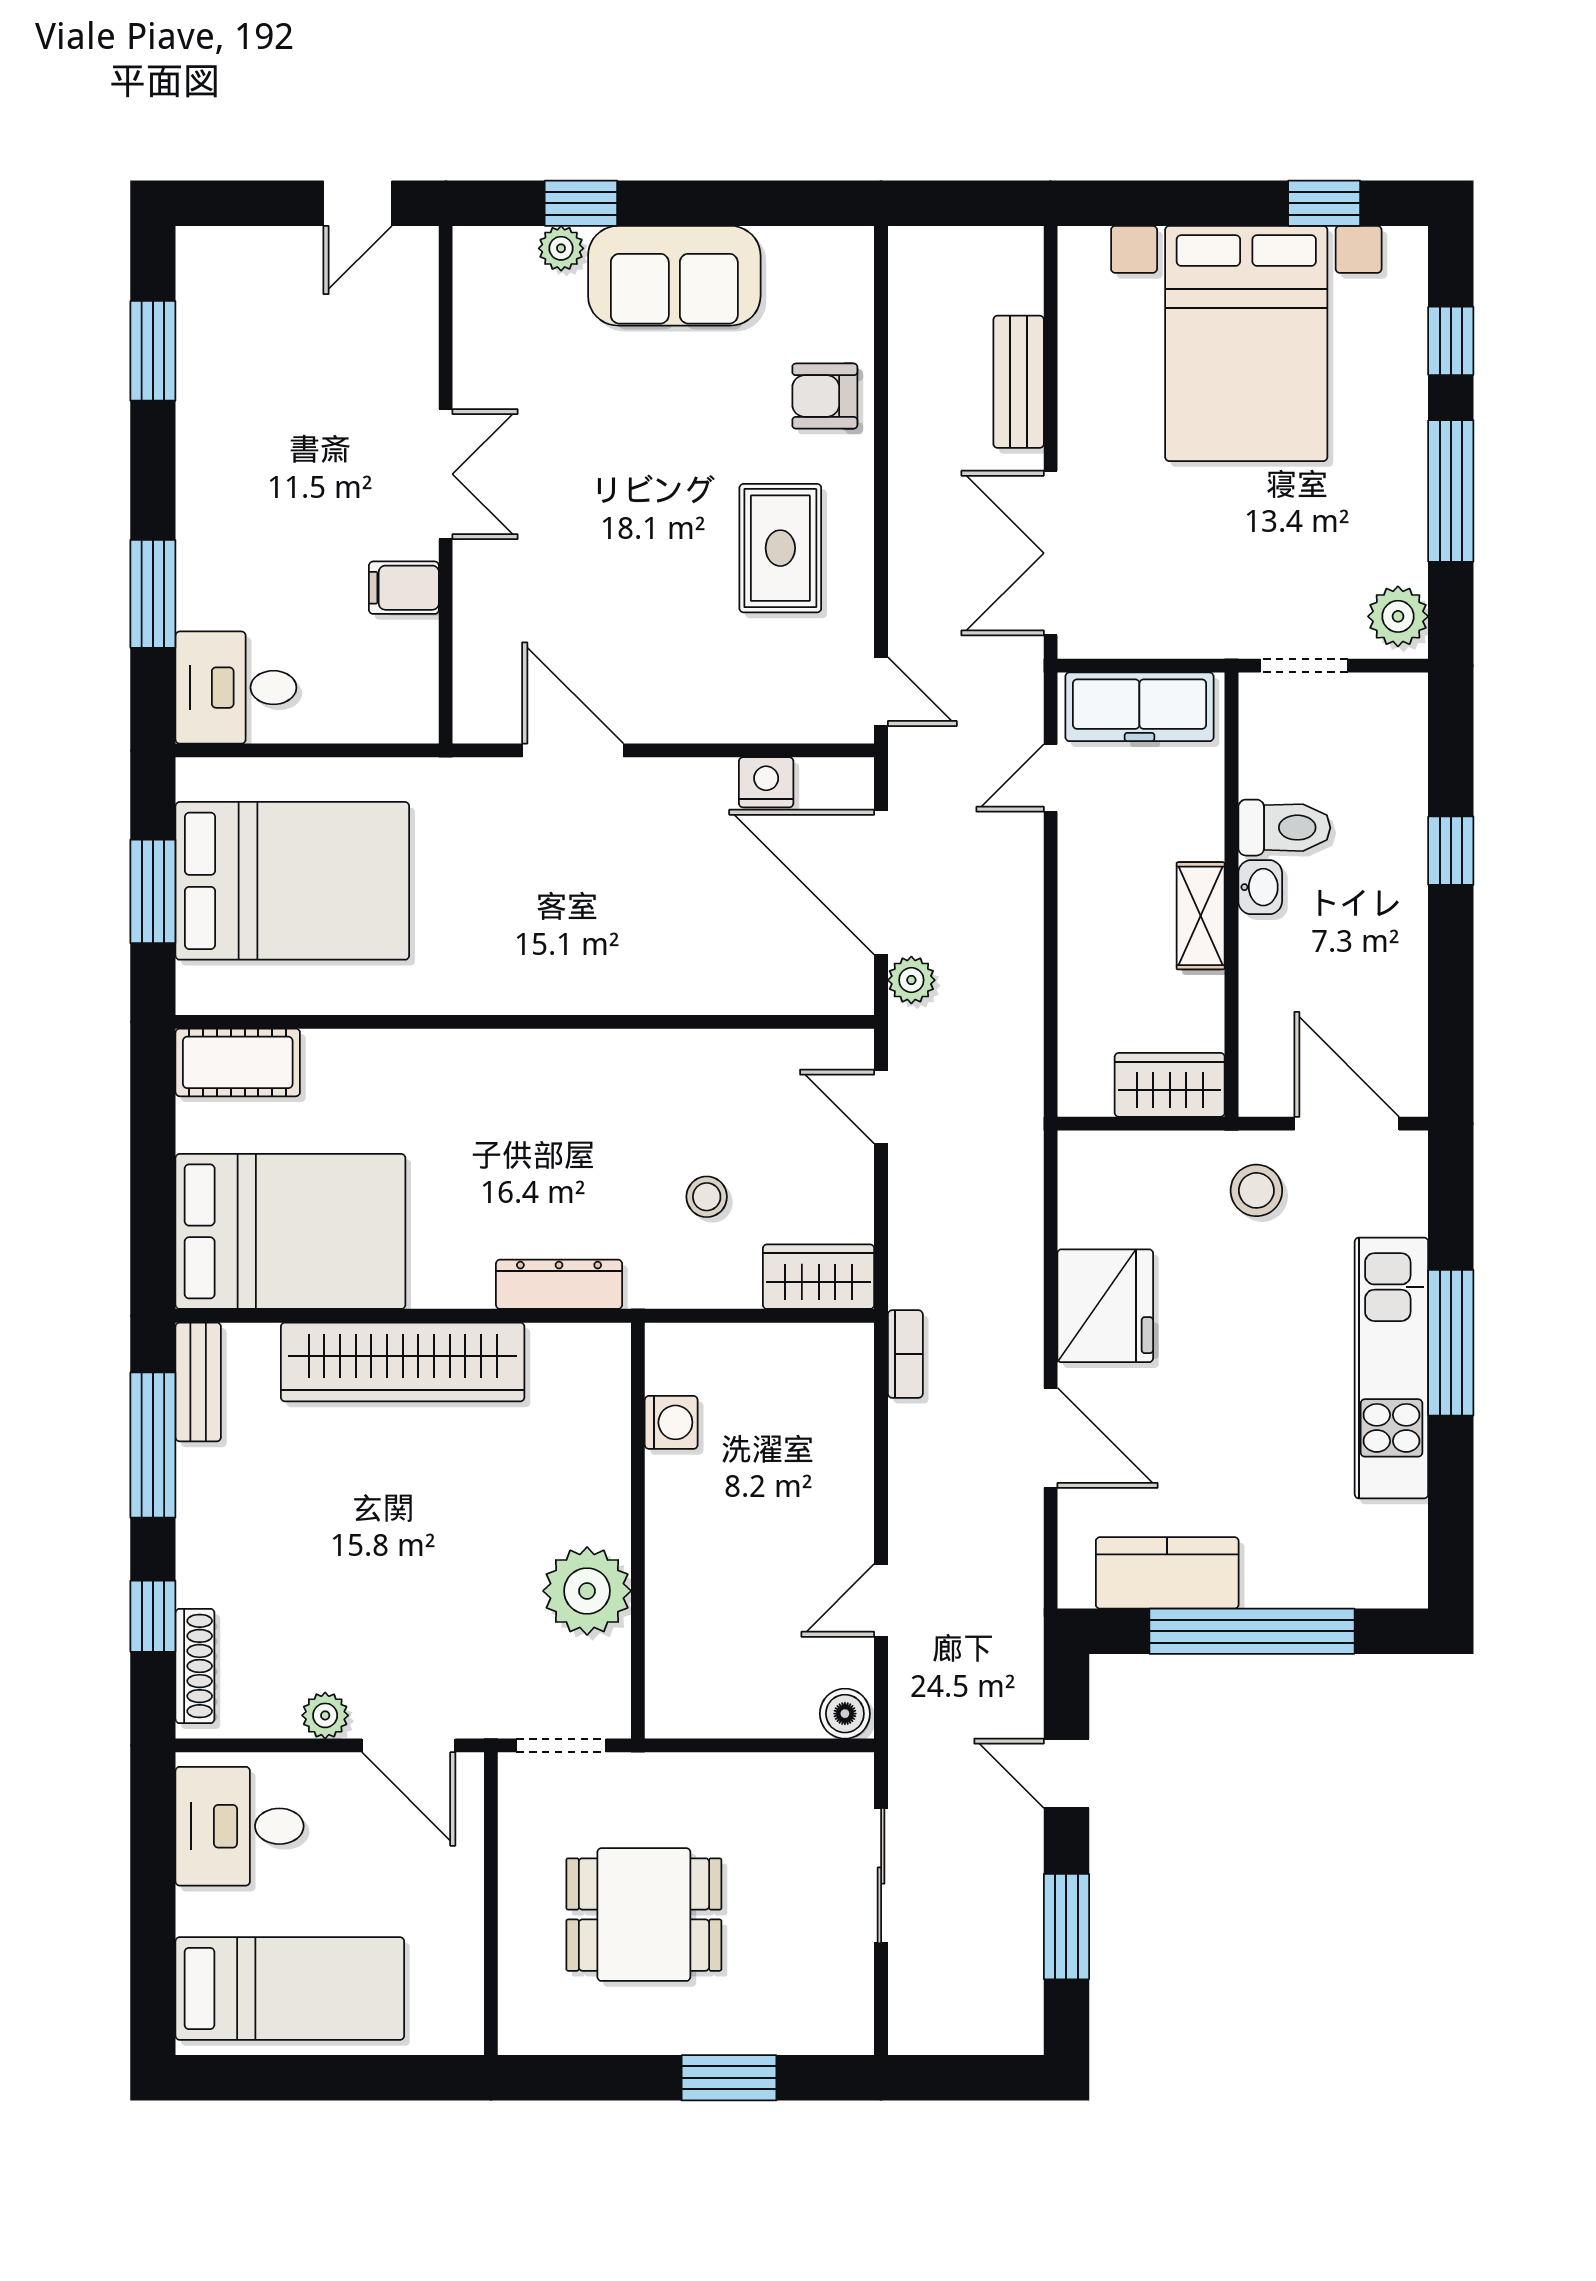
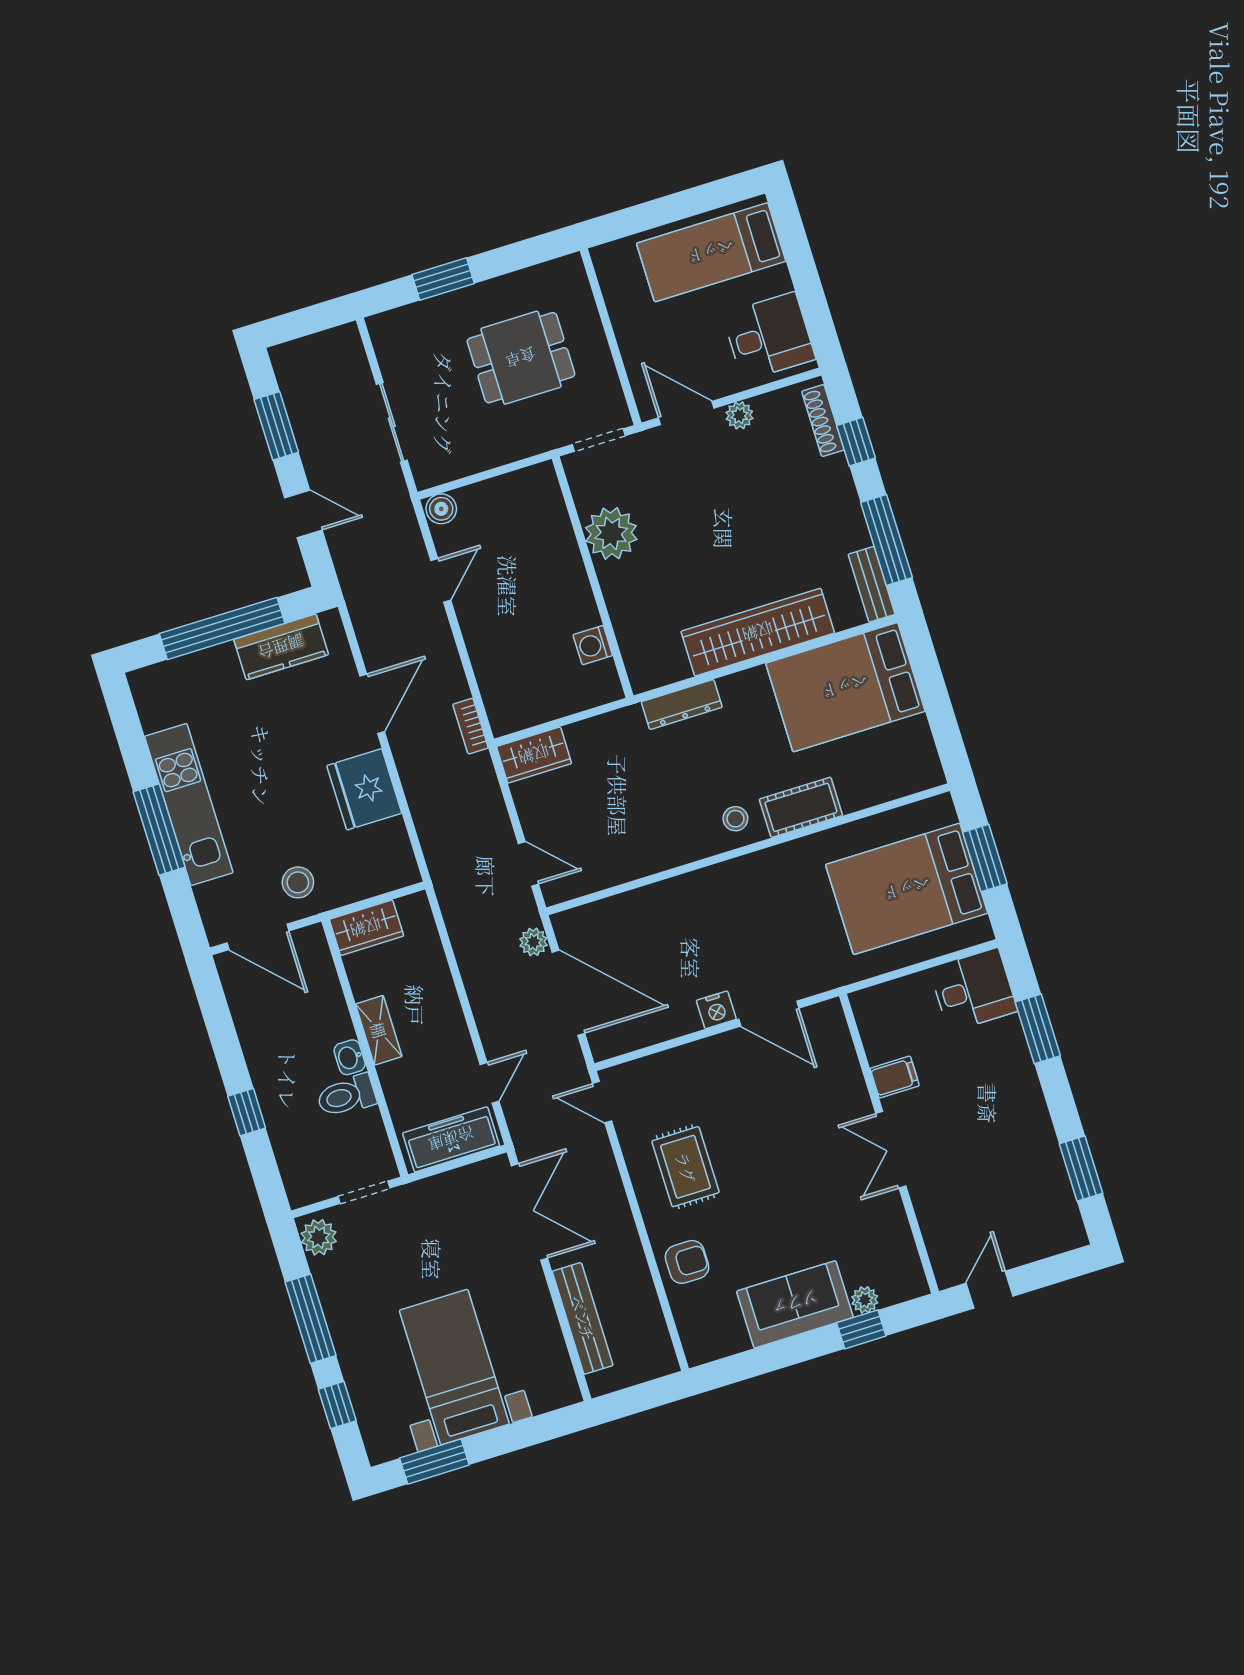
window: (1324, 203) -> (434, 1461), width x1.50
bed with nightstands: (1246, 343) -> (454, 1367), width x0.73
bench: (1019, 382) -> (583, 1318), width x1.36
nightstand: (766, 782) -> (716, 1010), moved
cot: (238, 1062) -> (801, 807), moved
stool: (707, 1197) -> (735, 819), moved
door: (1051, 1438) -> (372, 704), swing flipped

